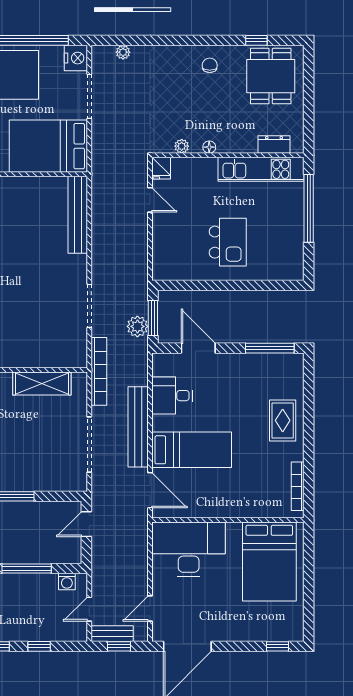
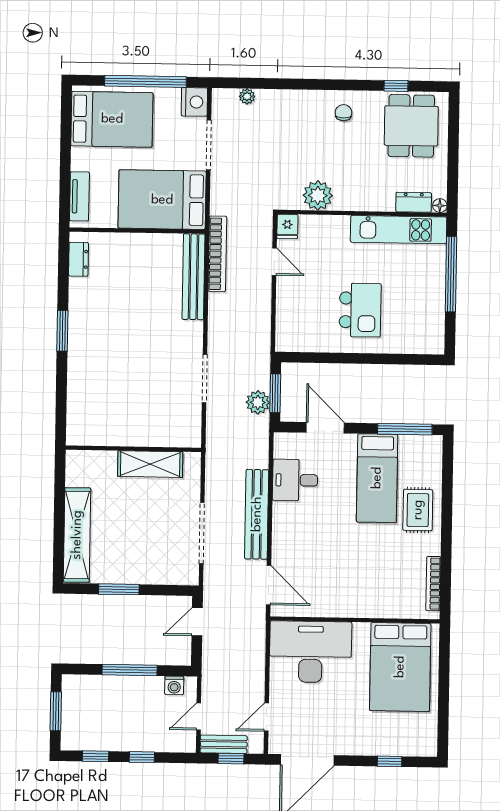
plant: (182, 146) -> (318, 195), width x1.88, depth x1.88
floor lamp: (209, 147) -> (440, 206), moved
bookcase: (99, 371) -> (217, 254), moved
bed: (192, 450) -> (377, 478), moved, turned 90
window: (278, 646) -> (390, 761), moved

